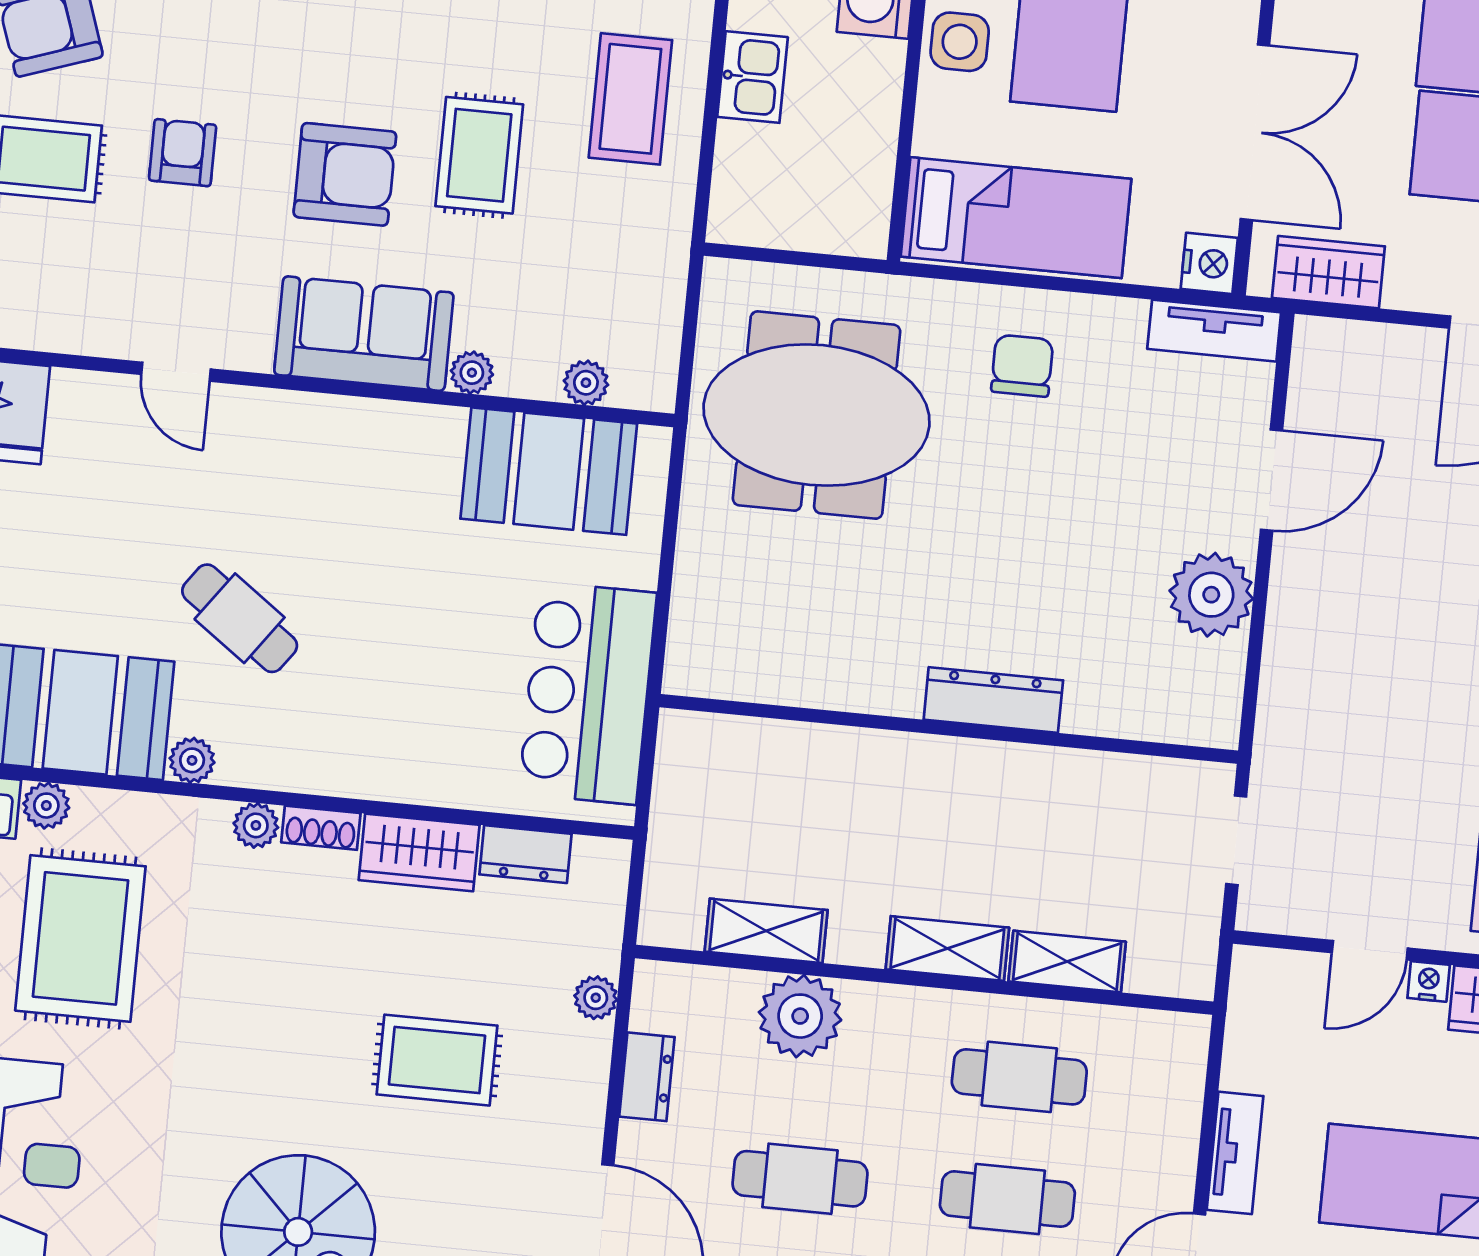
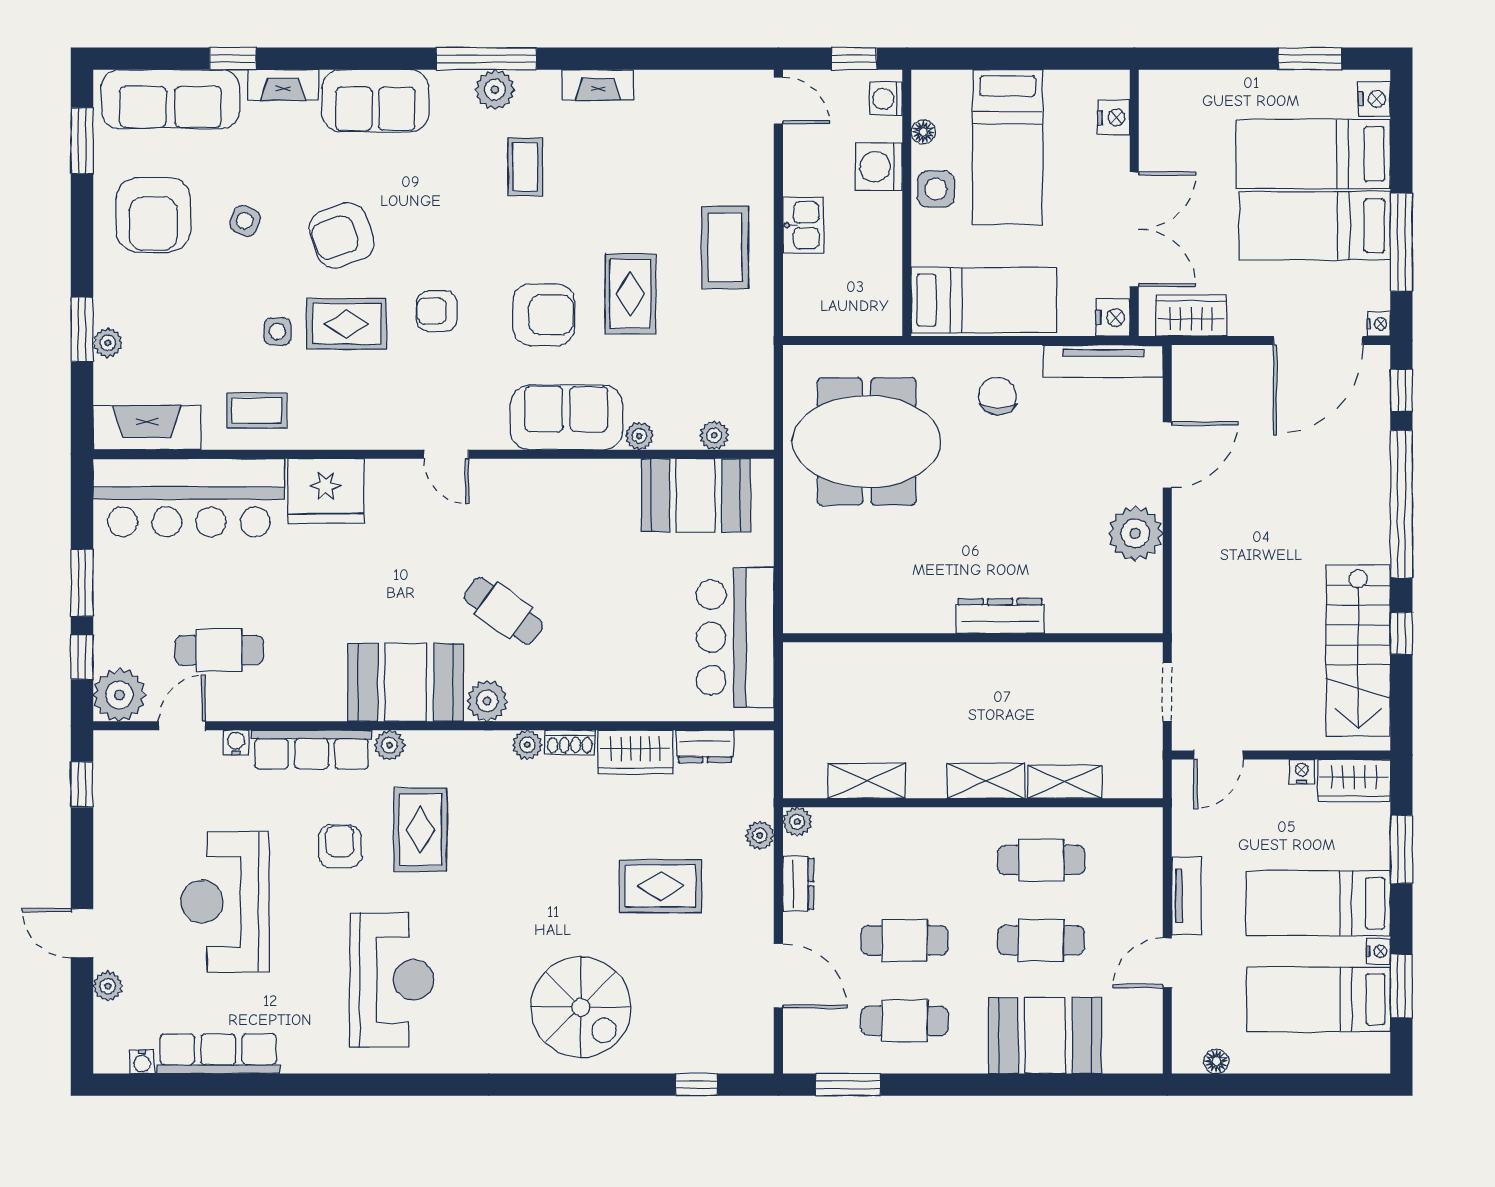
armchair: (183, 153) -> (437, 311), turned -90
tv unit: (1214, 331) -> (1103, 361), width x1.41
plant: (192, 760) -> (487, 701), width x1.38, depth x1.38
rug: (80, 938) -> (420, 830), width x0.73, depth x0.70
door: (1370, 950) -> (1218, 755), moved
plant: (800, 1016) -> (797, 822), moved, width x0.53, depth x0.53

